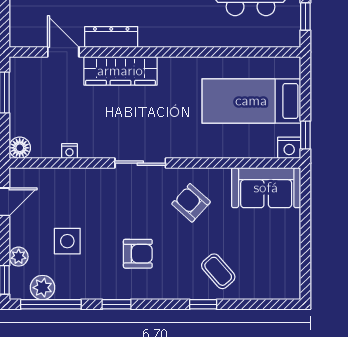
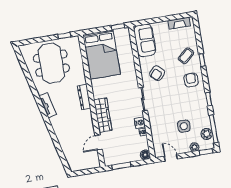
dresser: (111, 37) -> (84, 97), moved
bed: (251, 101) -> (102, 54), width x1.50
nightstand: (289, 148) -> (140, 123), moved
armchair: (138, 254) -> (191, 80), moved
fireplace: (291, 269) -> (179, 23), added

